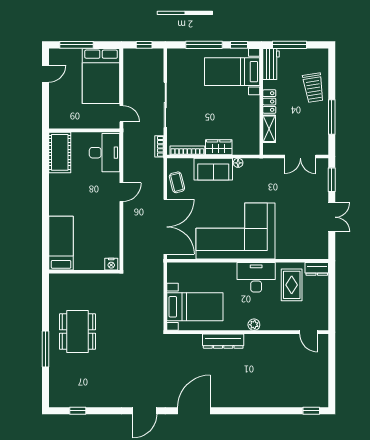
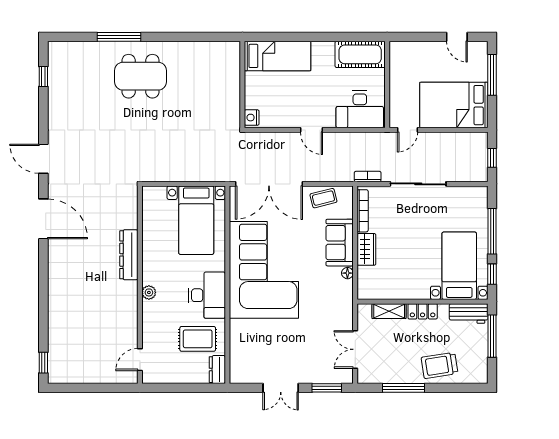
bed: (61, 243) -> (278, 56), moved
nightstand: (111, 264) -> (252, 118), moved
wall: (84, 272) -> (242, 84), moved
bed with nightstands: (195, 307) -> (196, 220), moved

